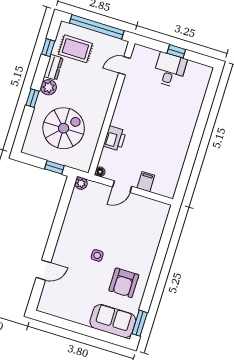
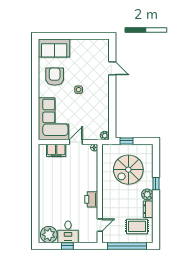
window: (48, 48) -> (156, 221), removed
plant: (196, 74) -> (49, 235), added
printer: (115, 138) -> (91, 199), moved
filing cabinet: (146, 182) -> (56, 150), width x2.00
corner sofa: (143, 227) -> (53, 119), added
door: (43, 270) -> (112, 68), swing flipped
window: (140, 323) -> (35, 52), removed

